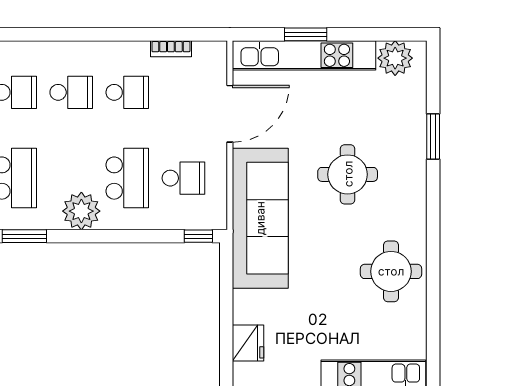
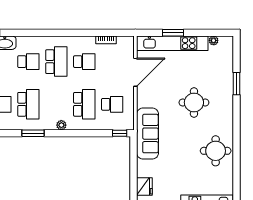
plant: (395, 58) -> (214, 40), width x0.53, depth x0.53
school desk: (71, 92) -> (56, 62), width x1.85
plant: (81, 211) -> (61, 125), width x0.53, depth x0.53
sofa: (260, 218) -> (148, 134), width x0.74, depth x0.79

